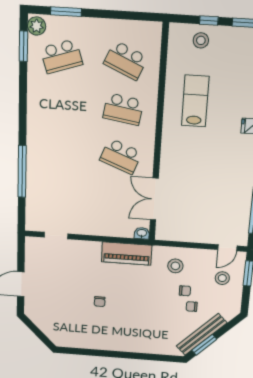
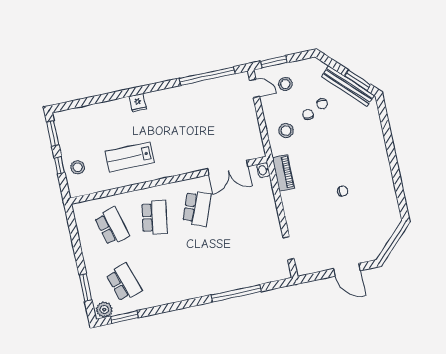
school desk: (126, 60) -> (112, 226), turned -39
piano: (127, 253) -> (283, 173), width x0.73, depth x0.75

